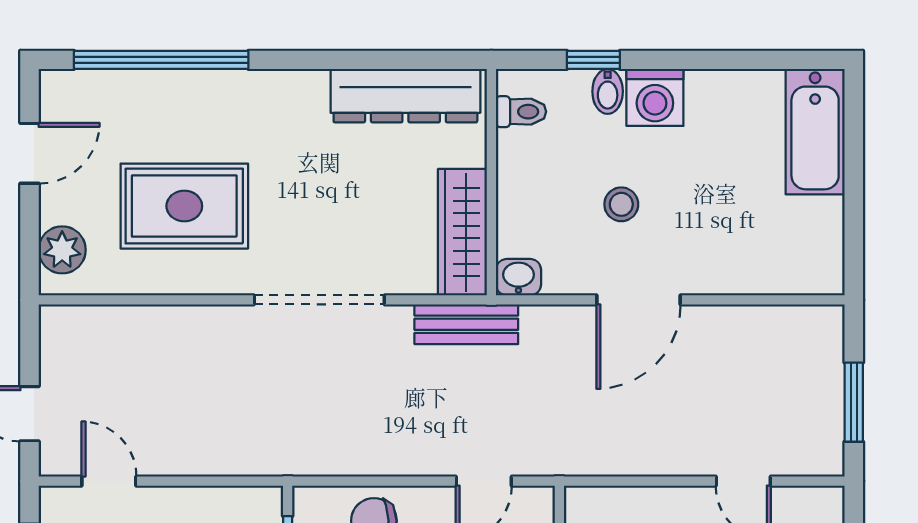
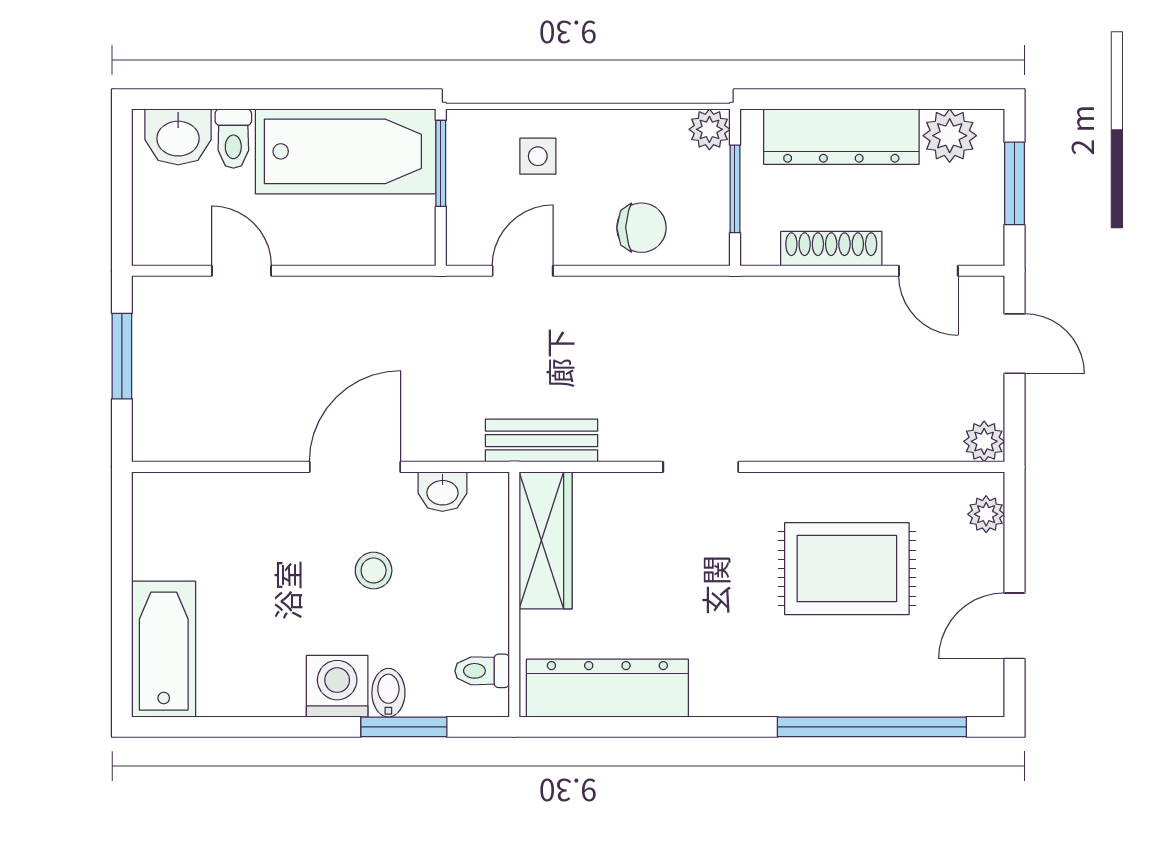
window: (593, 60) -> (404, 727), width x1.50
plant: (62, 250) -> (986, 514), width x0.73, depth x0.73
washbasin: (518, 277) -> (443, 492), moved
doorway: (319, 300) -> (701, 467), width x0.53
plant: (58, 323) -> (984, 441), added
shoe rack: (199, 501) -> (831, 249), added

